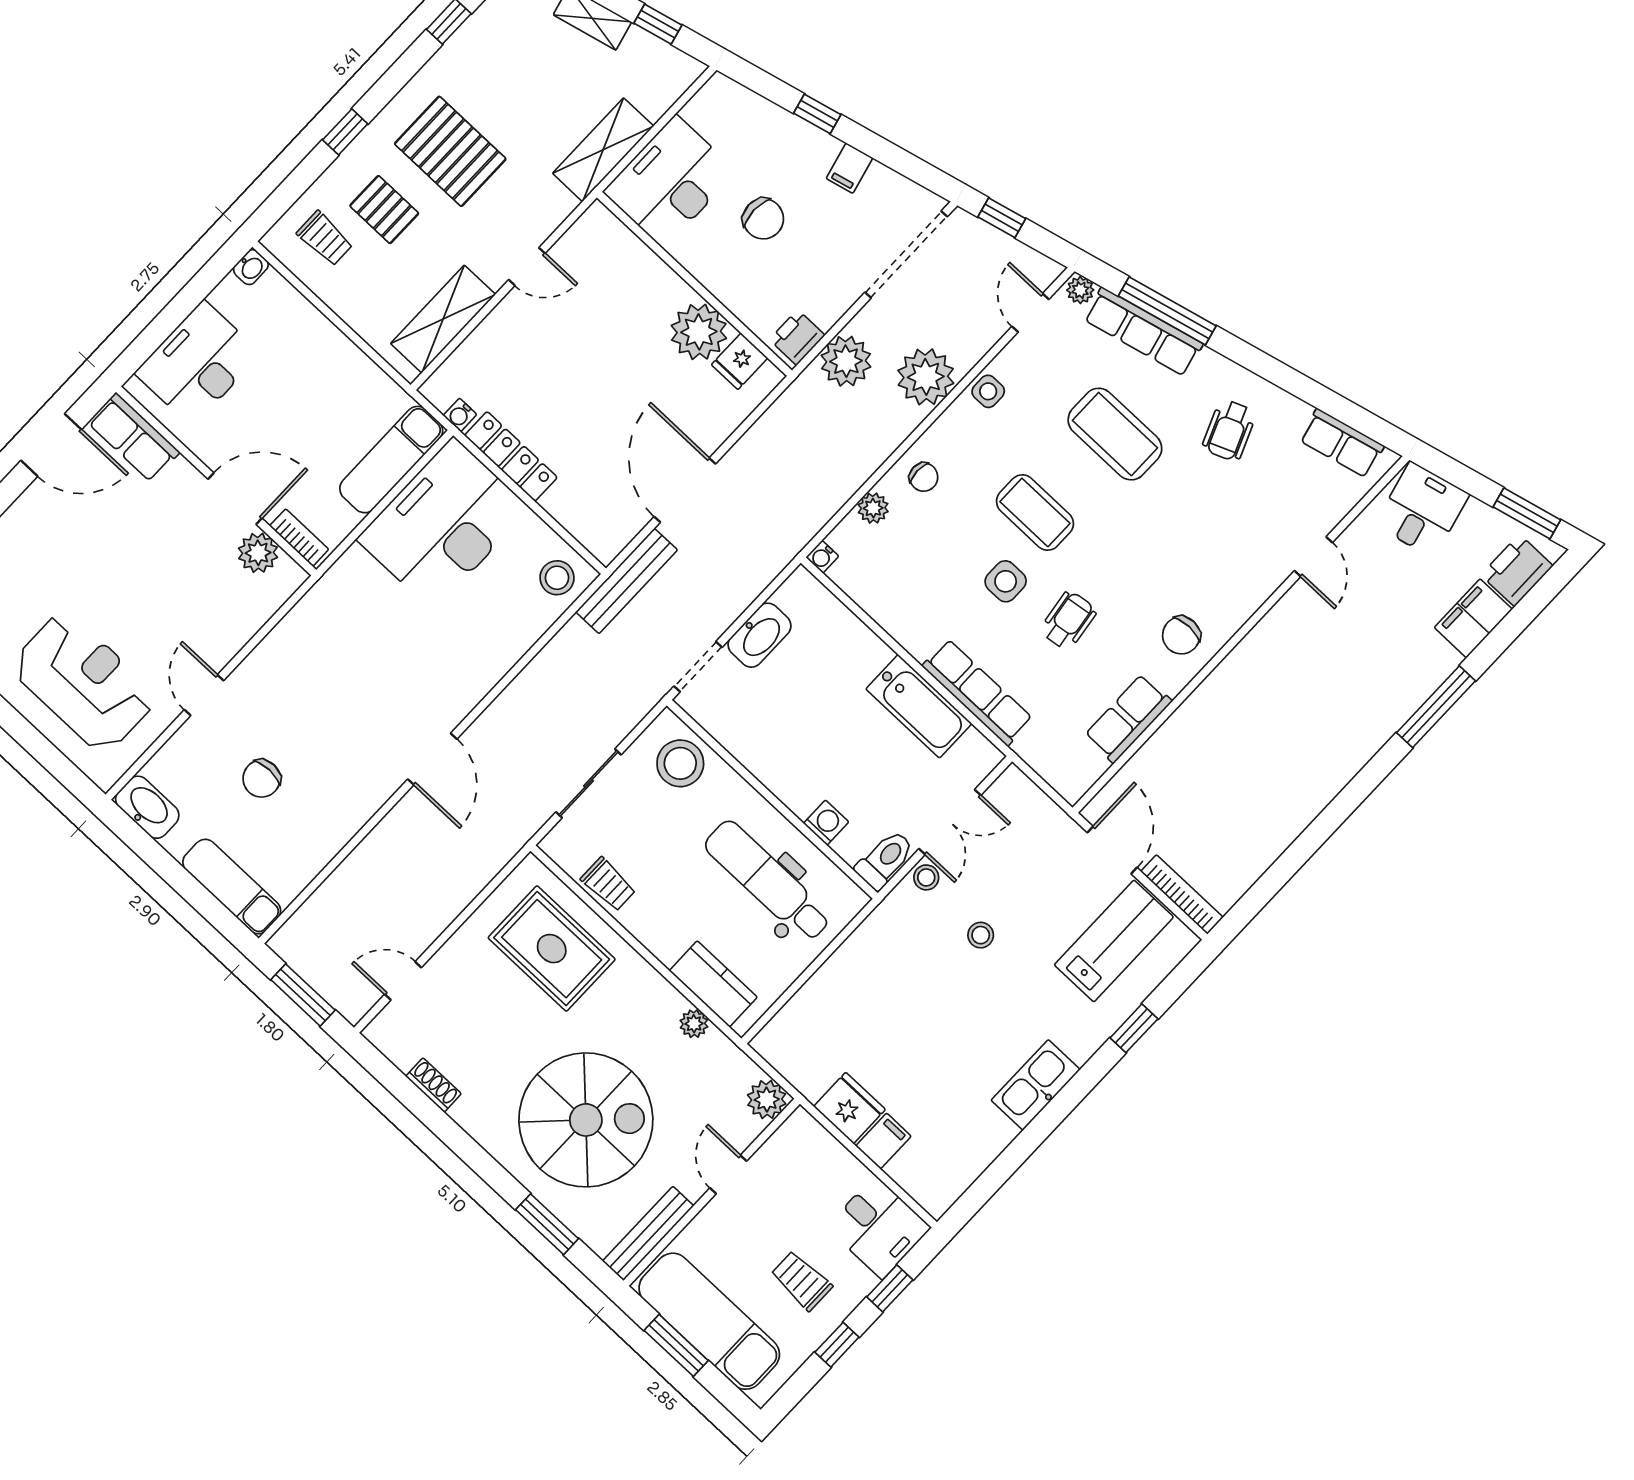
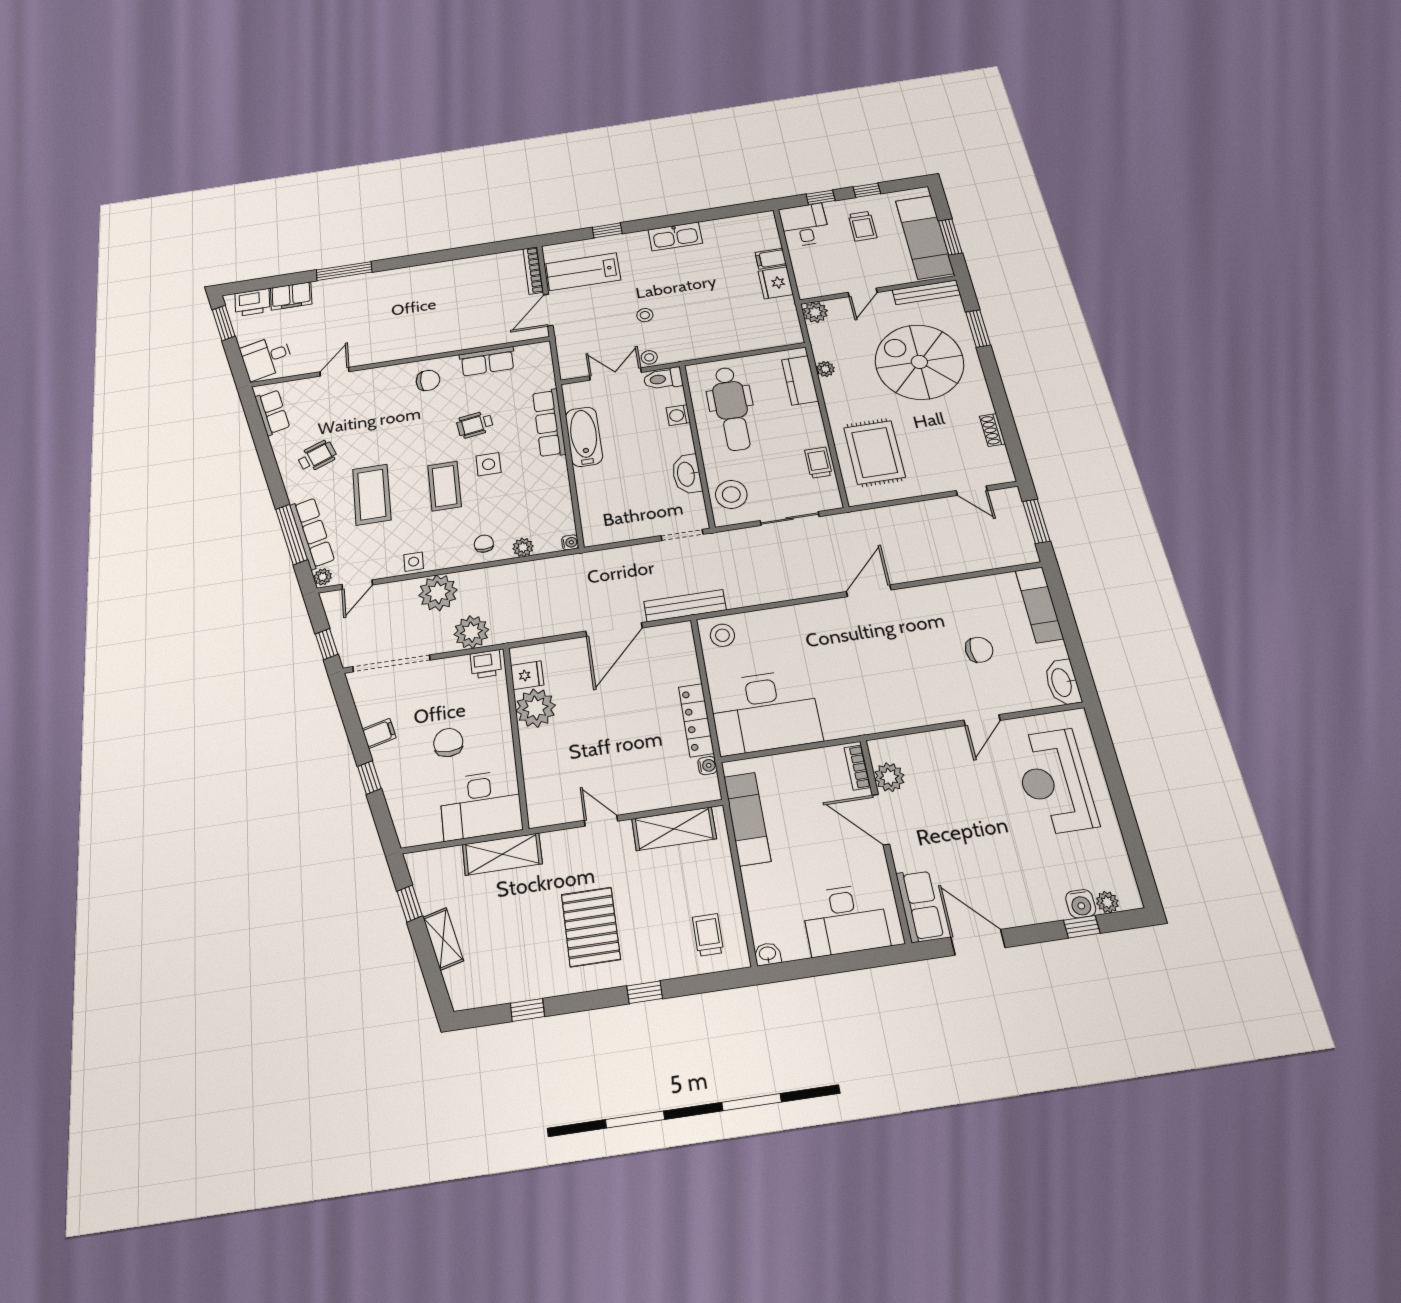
pallet: (384, 210) -> (658, 923), removed
exam couch: (391, 460) -> (747, 819), moved, turned -90
washbasin: (760, 635) -> (687, 474), moved, turned -90

